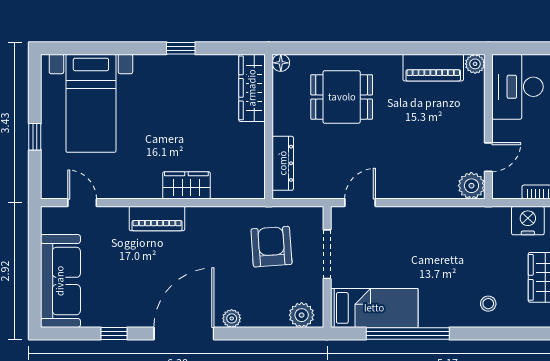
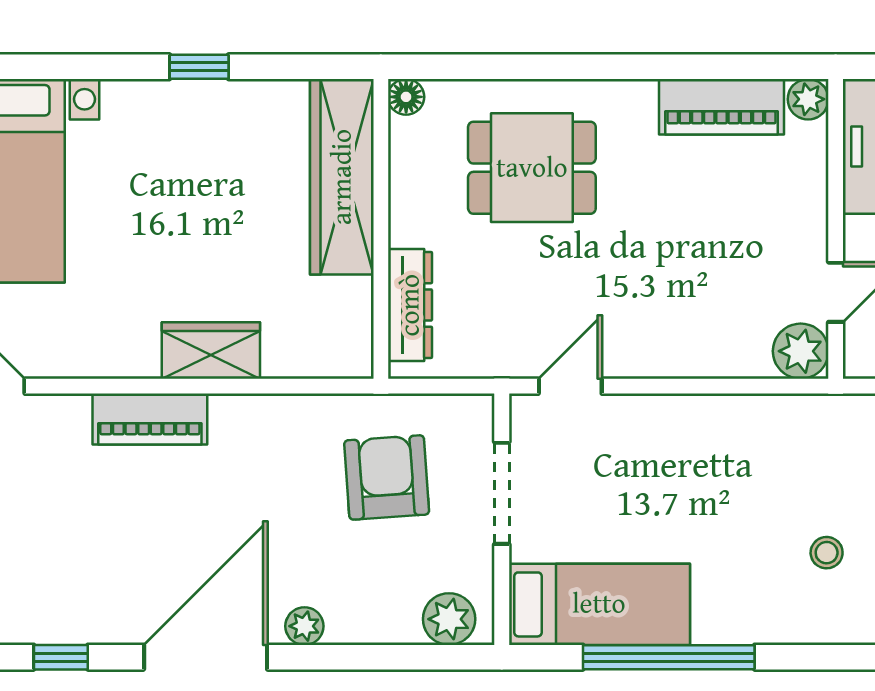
wardrobe: (252, 88) -> (342, 177), width x1.40, depth x1.17
stool: (488, 304) -> (827, 553), moved

